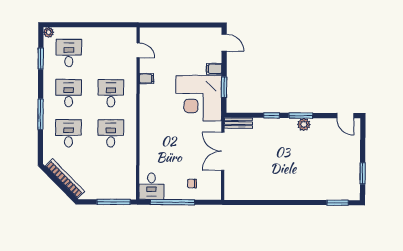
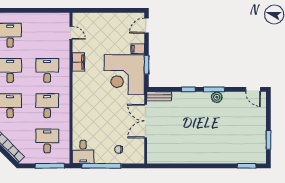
door: (224, 43) -> (147, 26), swing flipped
filing cabinet: (146, 79) -> (78, 62), width x2.00
desk: (111, 174) -> (47, 141), added

